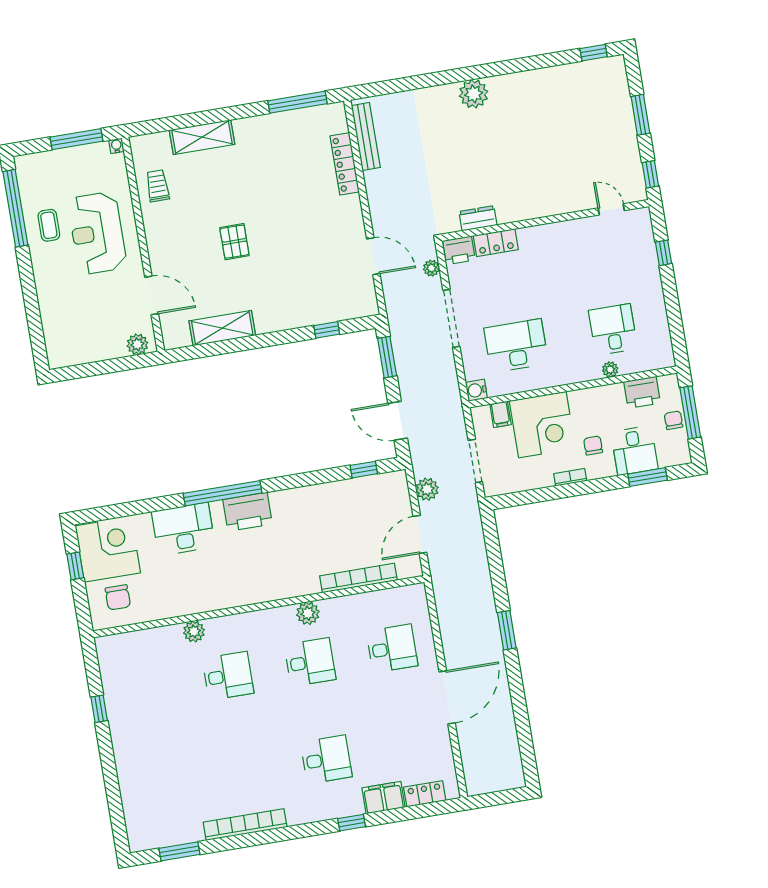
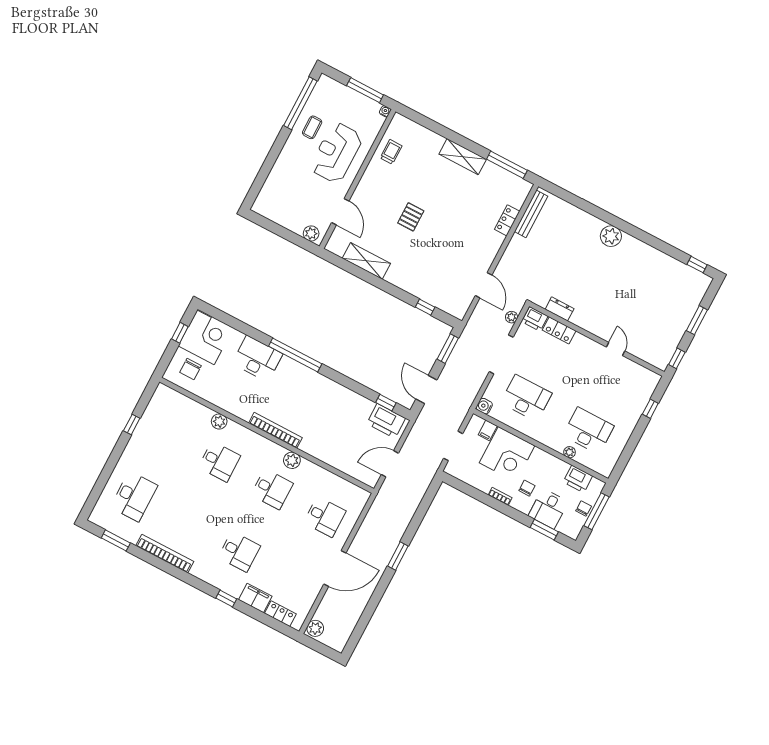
shelving: (202, 137) -> (463, 157), moved
locker: (345, 164) -> (507, 220), width x0.66
door: (611, 209) -> (616, 349), moved
desk: (613, 330) -> (588, 431), width x1.37
plant: (427, 489) -> (315, 628), moved
printer: (248, 512) -> (386, 421), moved
bookcase: (358, 578) -> (275, 430), moved
desk: (162, 787) -> (134, 496), added

